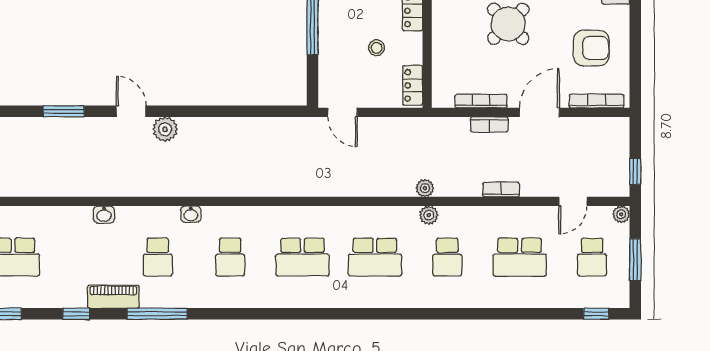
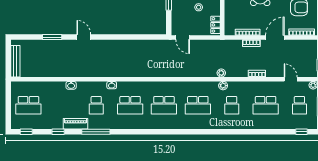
plant: (165, 129) -> (100, 45), removed
door: (573, 201) -> (291, 79), swing flipped
school desk: (230, 257) -> (130, 105), width x1.85

